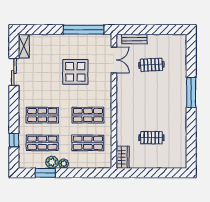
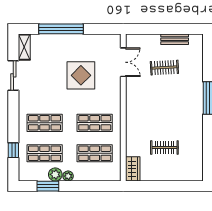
window: (84, 30) -> (61, 29), moved
bench: (134, 39) -> (175, 39), moved

